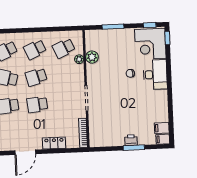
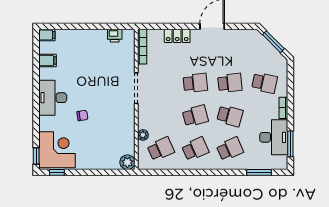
window: (113, 27) -> (101, 172), removed
plant: (92, 57) -> (127, 162), moved
desk: (155, 75) -> (53, 98), moved
filing cabinet: (162, 128) -> (47, 61), moved
printer: (131, 140) -> (115, 36), moved
window: (134, 148) -> (82, 26), removed

